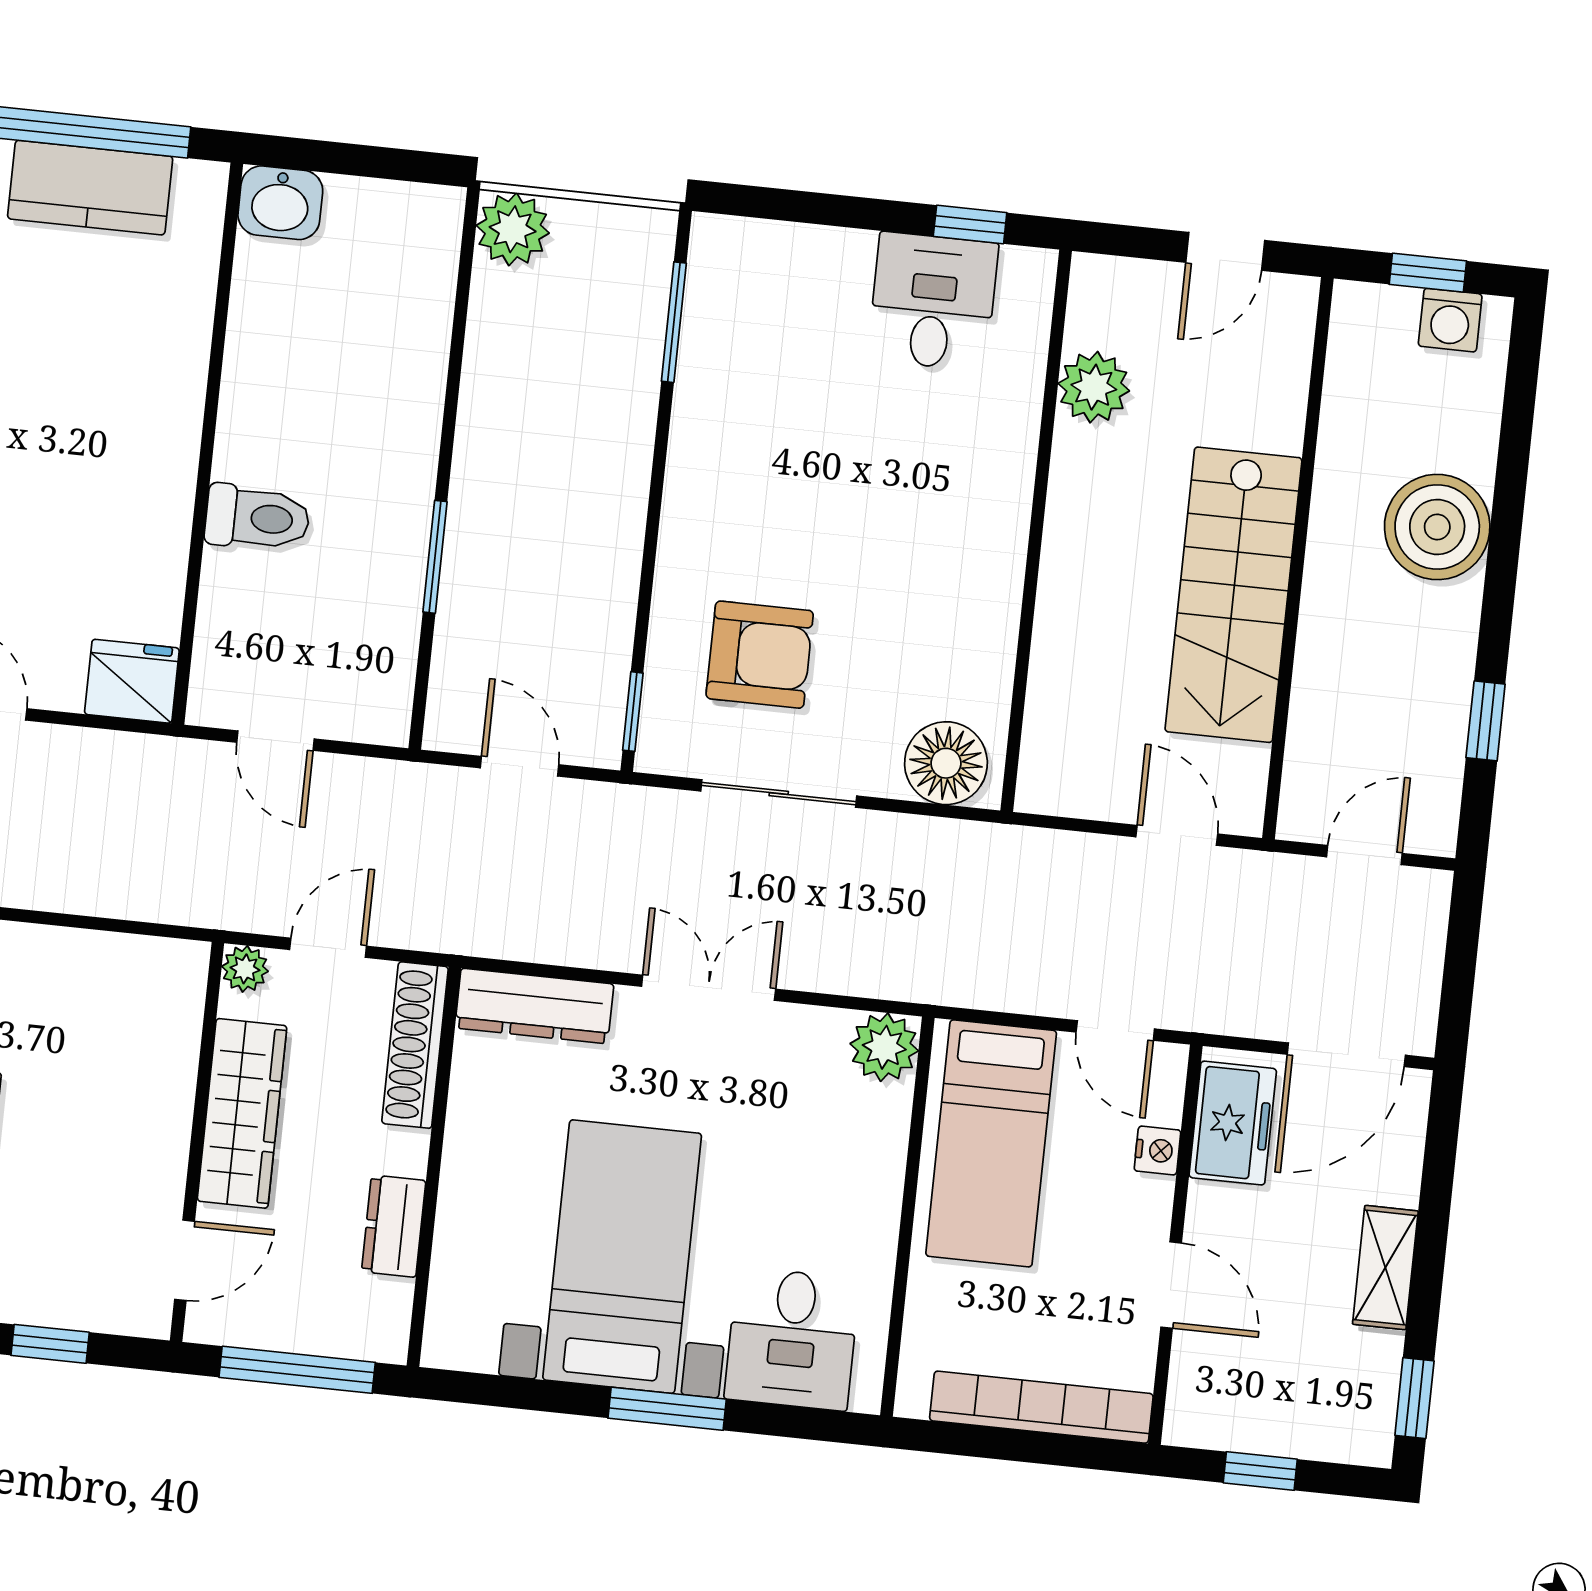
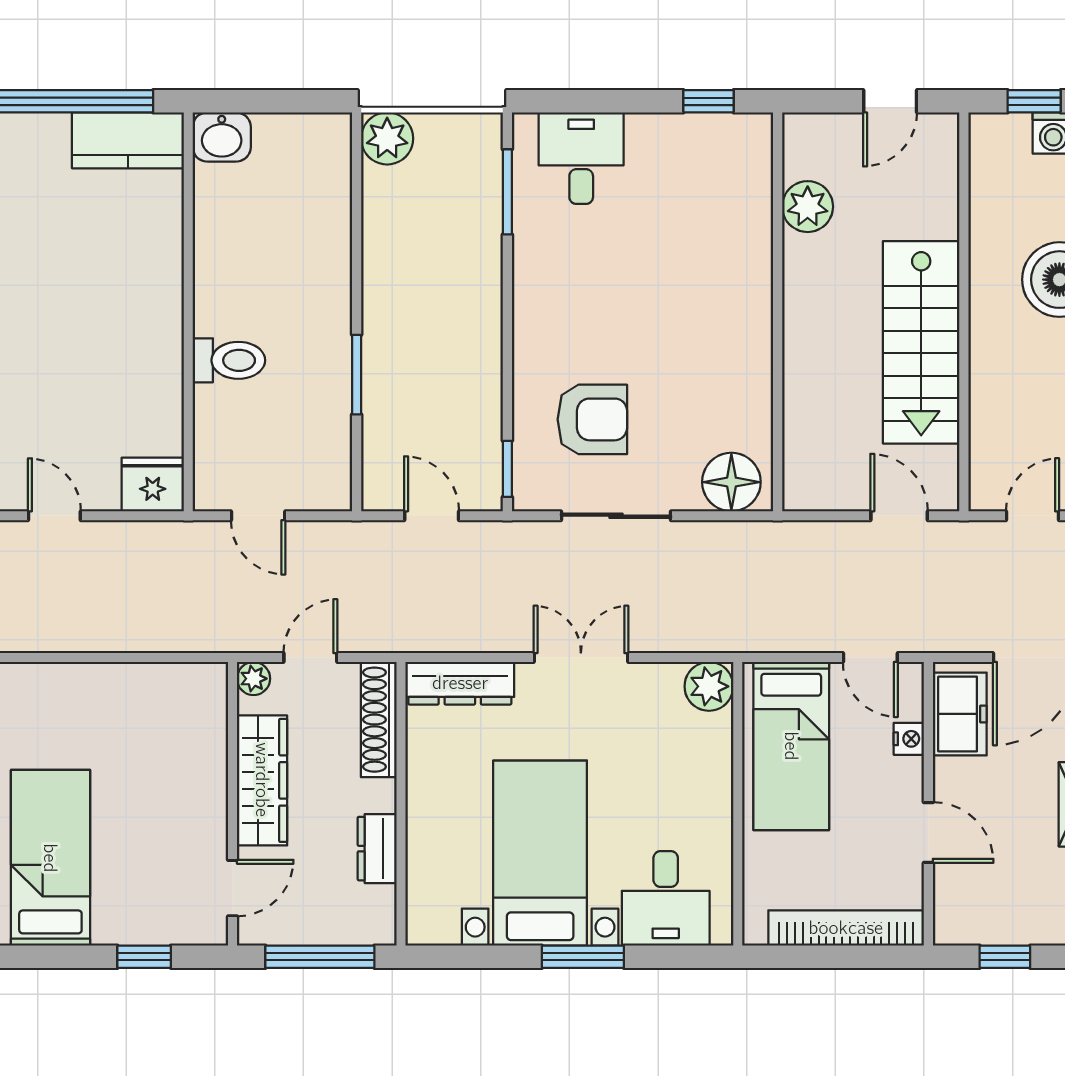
kitchen counter: (90, 188) -> (128, 140), moved
desk: (933, 301) -> (581, 158), moved

